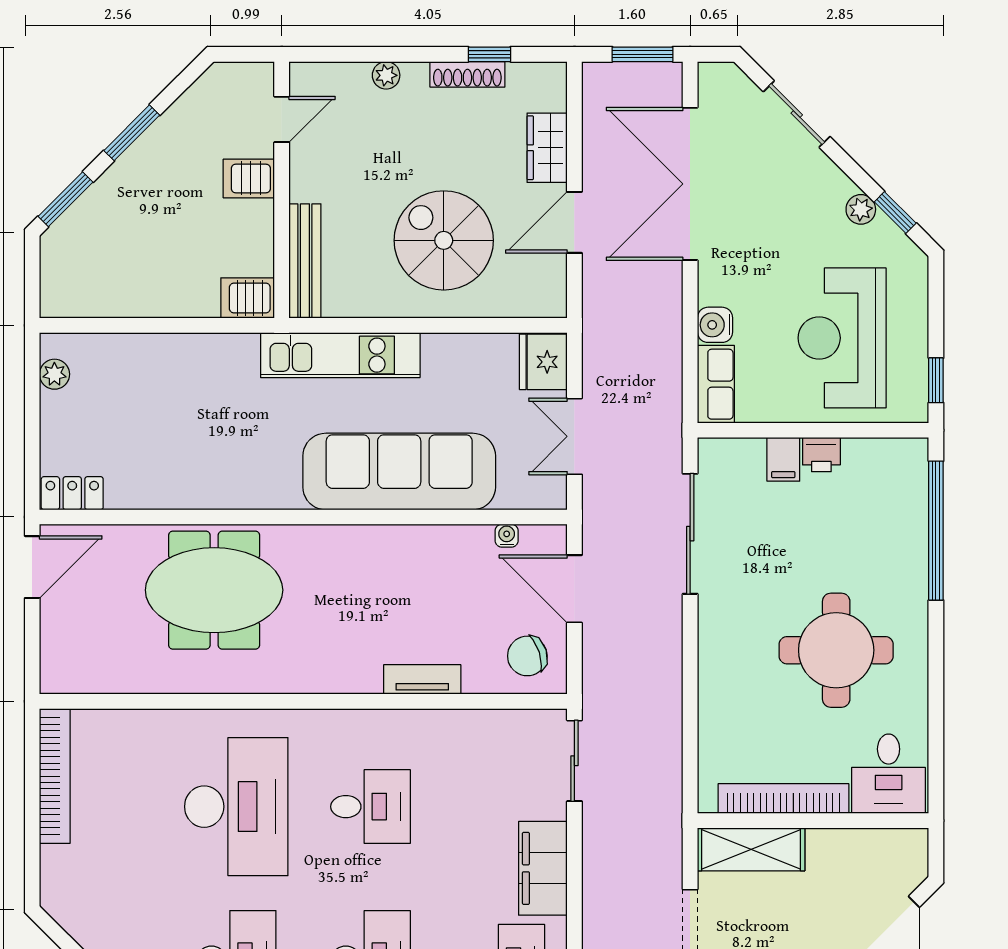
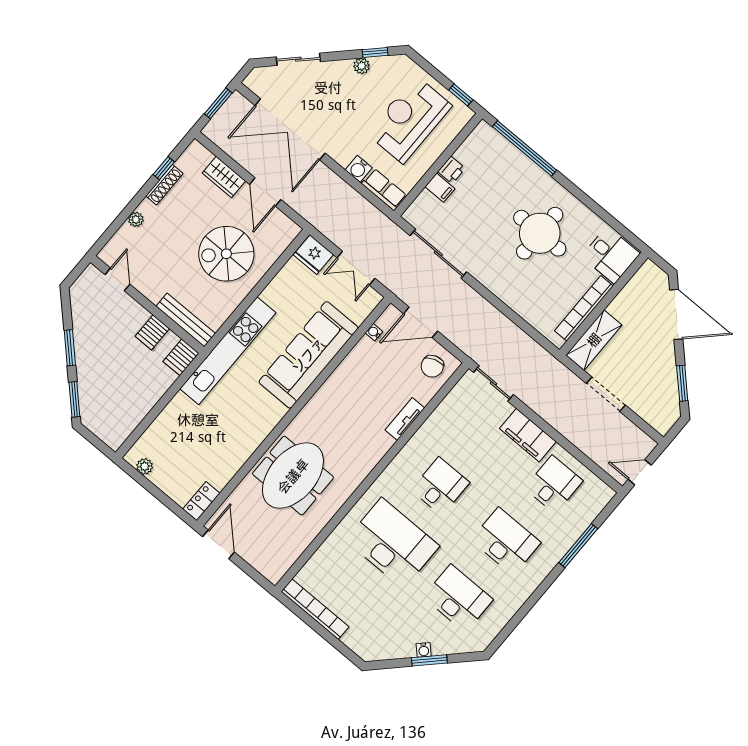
server rack: (249, 178) -> (152, 332), moved
reception desk: (842, 338) -> (409, 120), turned 90
kitchen unit: (340, 355) -> (228, 351), width x1.36

